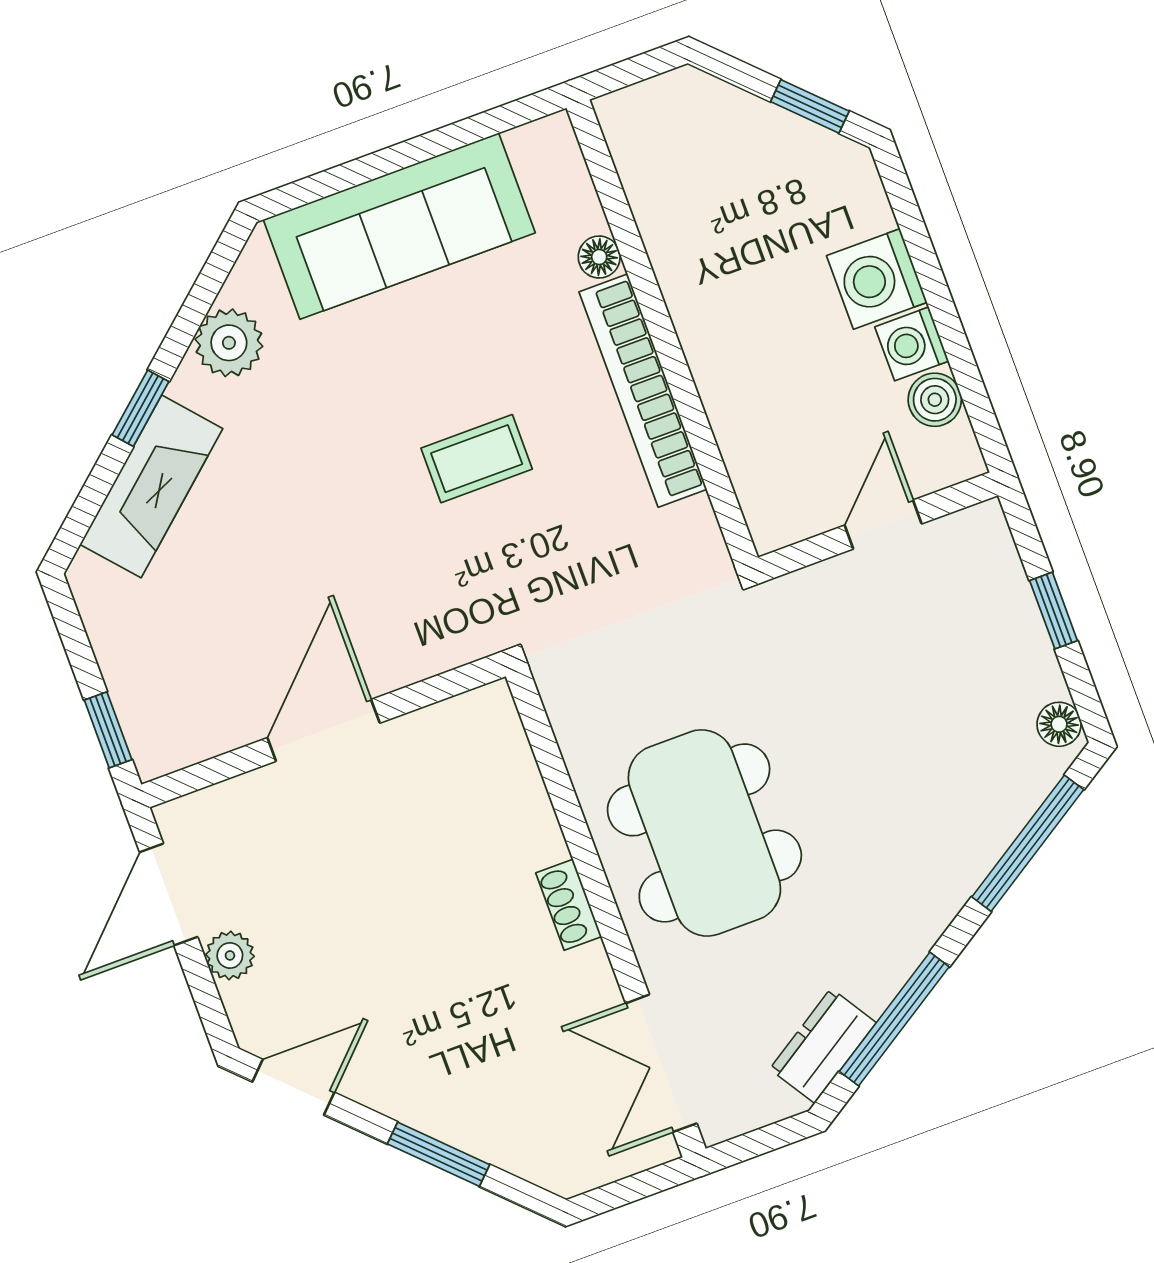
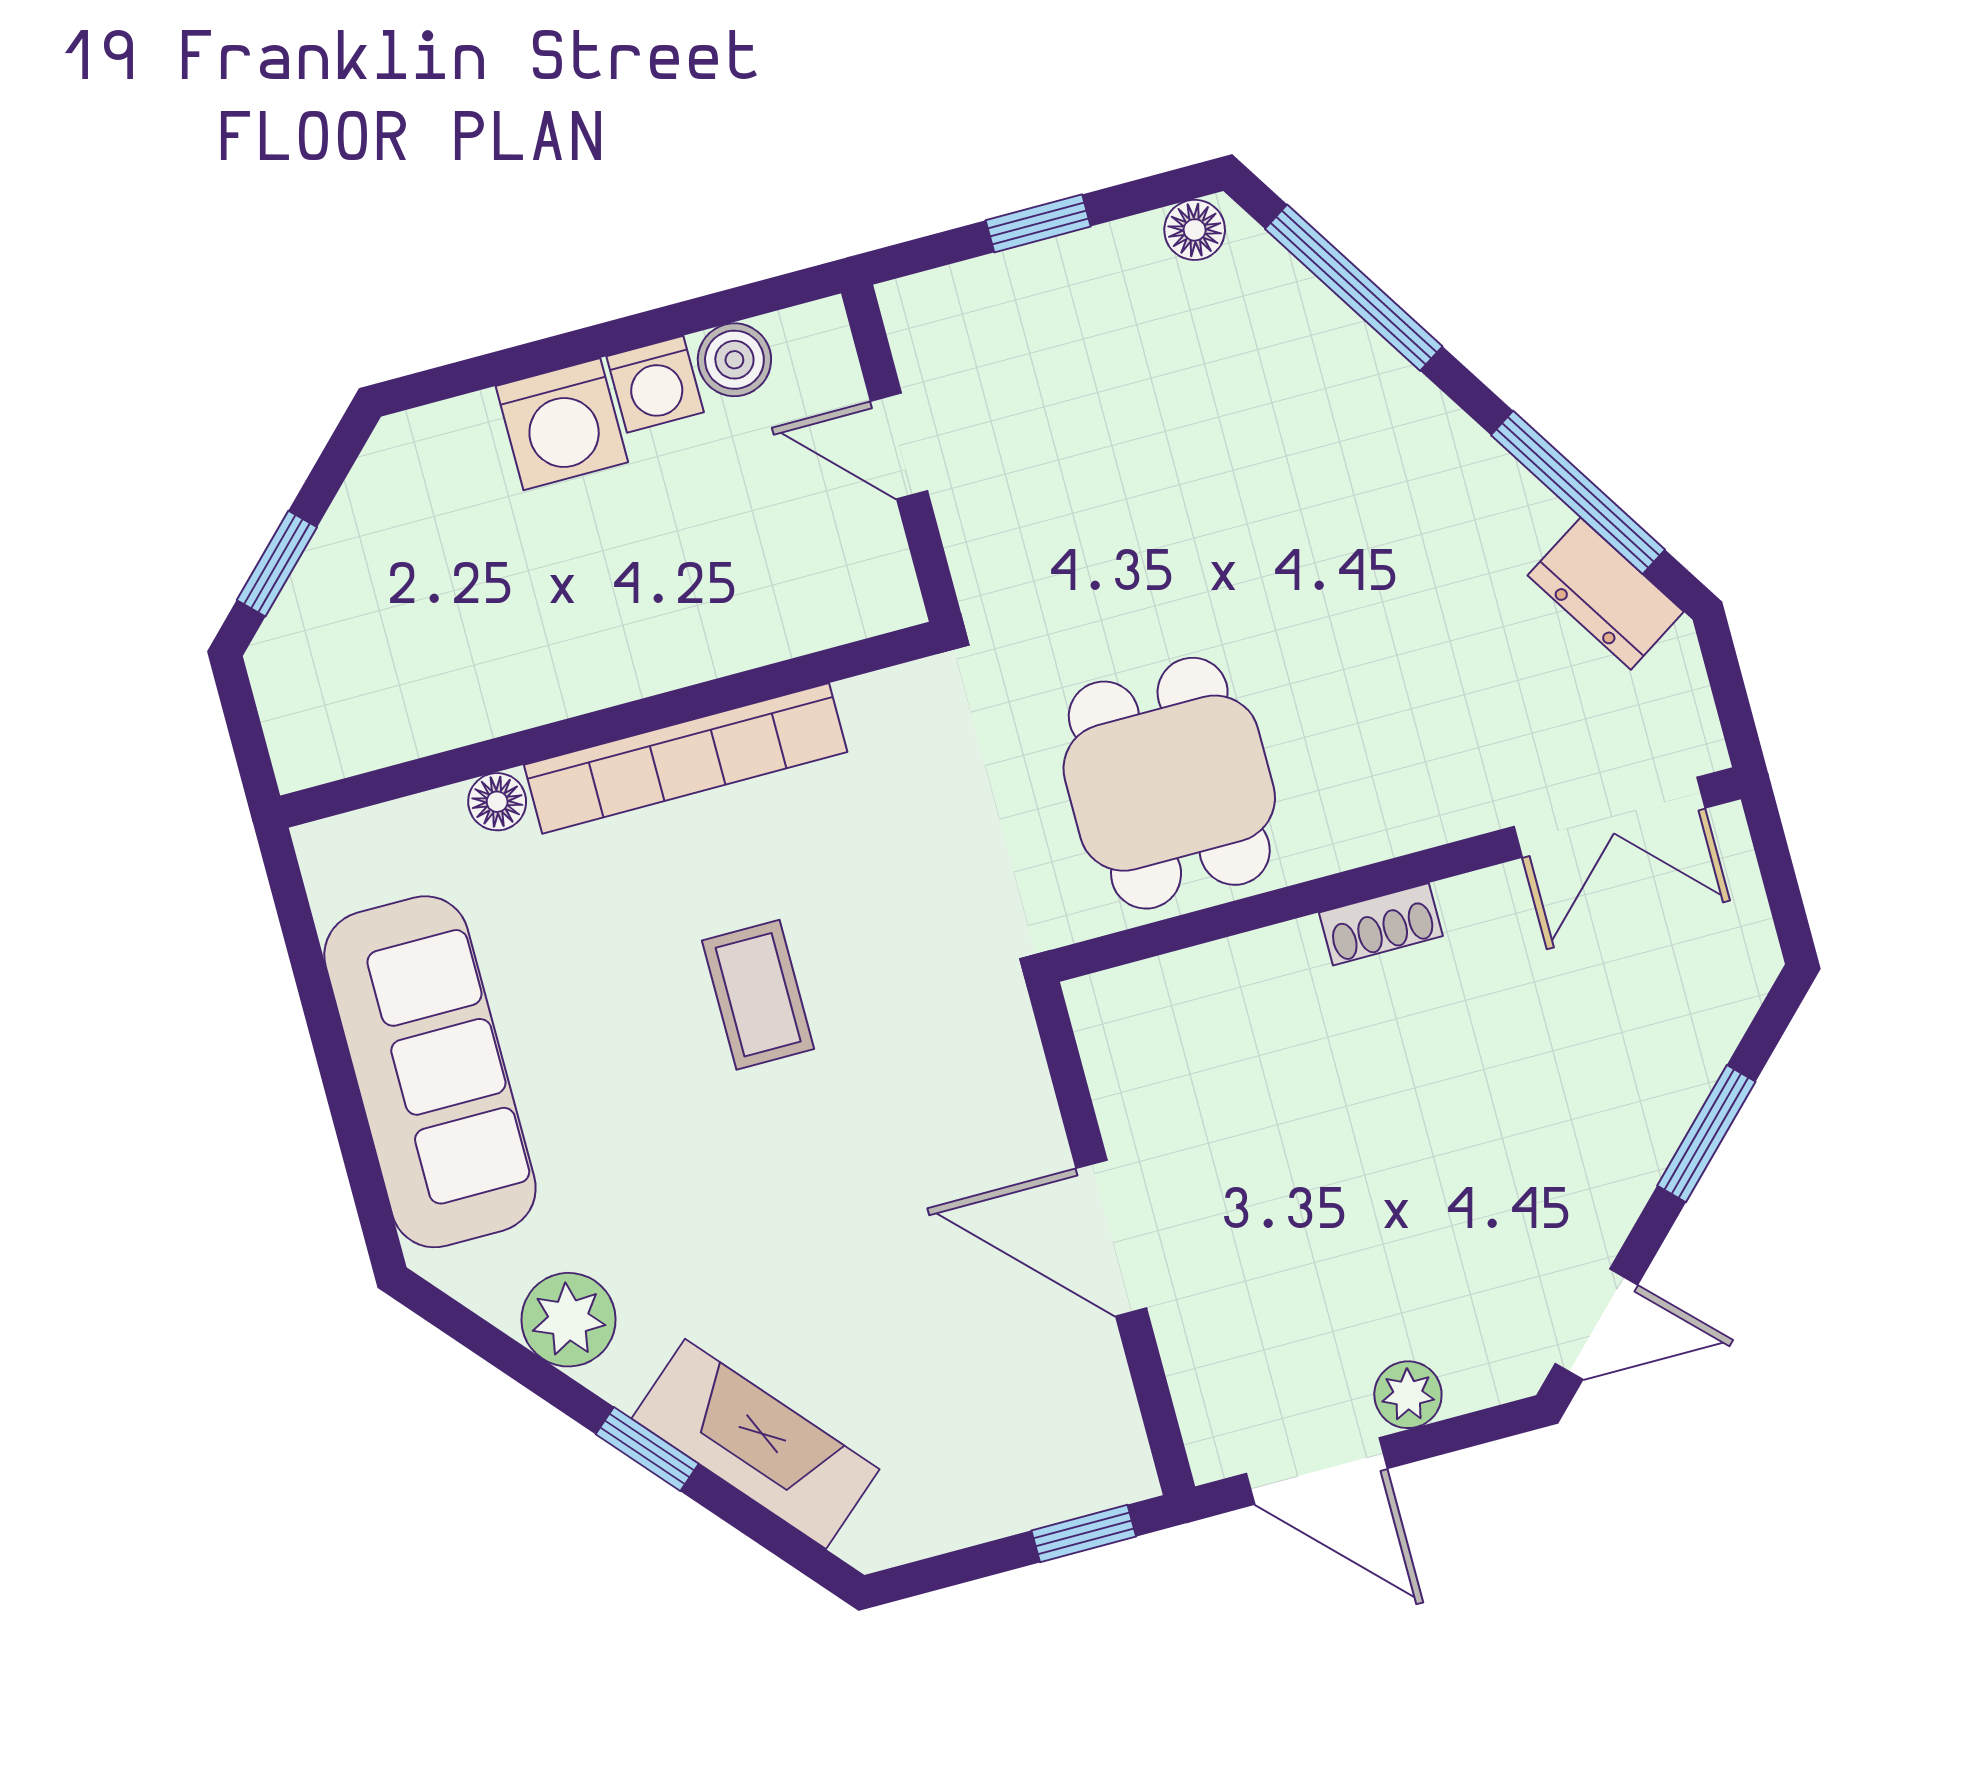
window: (810, 106) -> (277, 564), moved
dining table: (704, 833) -> (1169, 783), moved, width x0.73
door: (293, 1087) -> (1596, 1324), swing flipped

